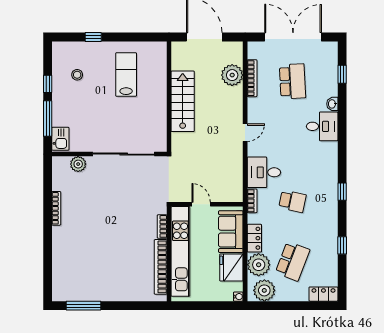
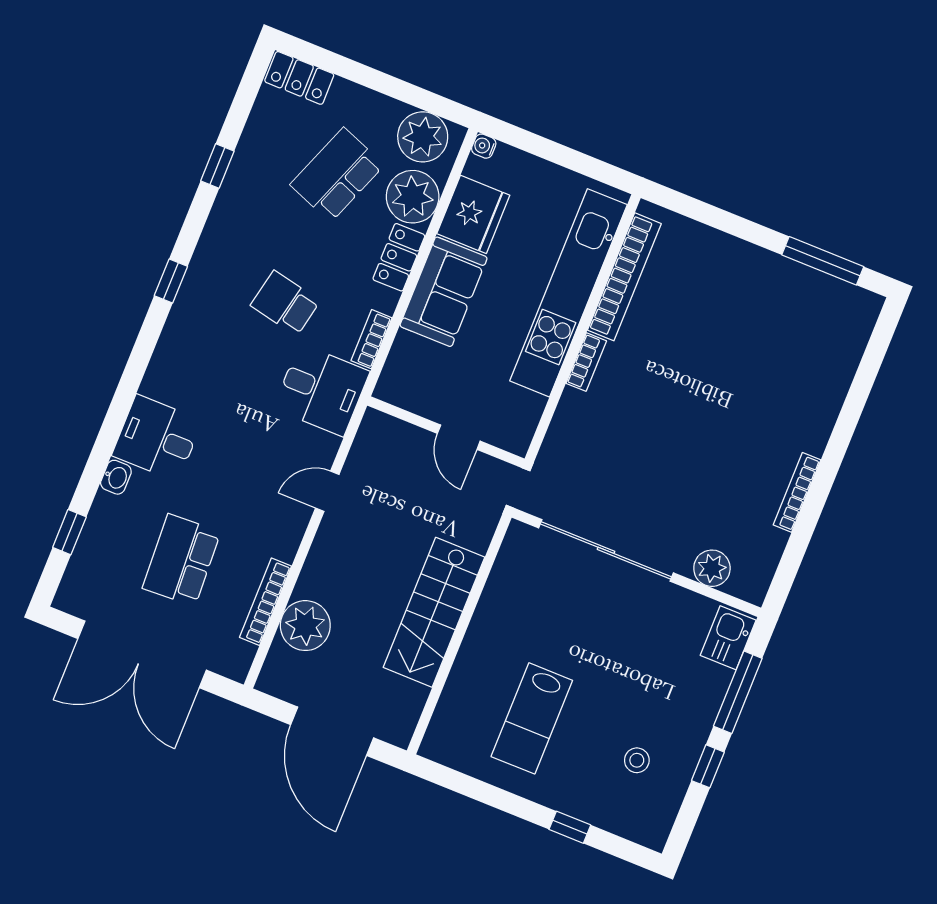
door: (201, 204) -> (459, 437), moved
wall: (207, 204) -> (446, 432), moved

